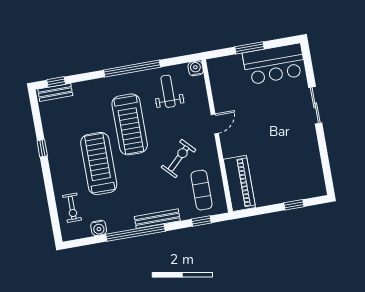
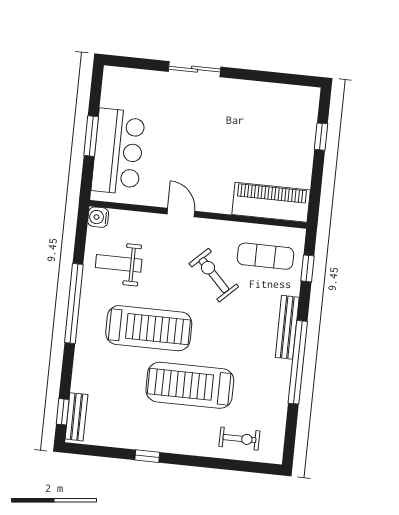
bar counter: (274, 64) -> (118, 151), moved
water cooler: (99, 228) -> (277, 410), removed

